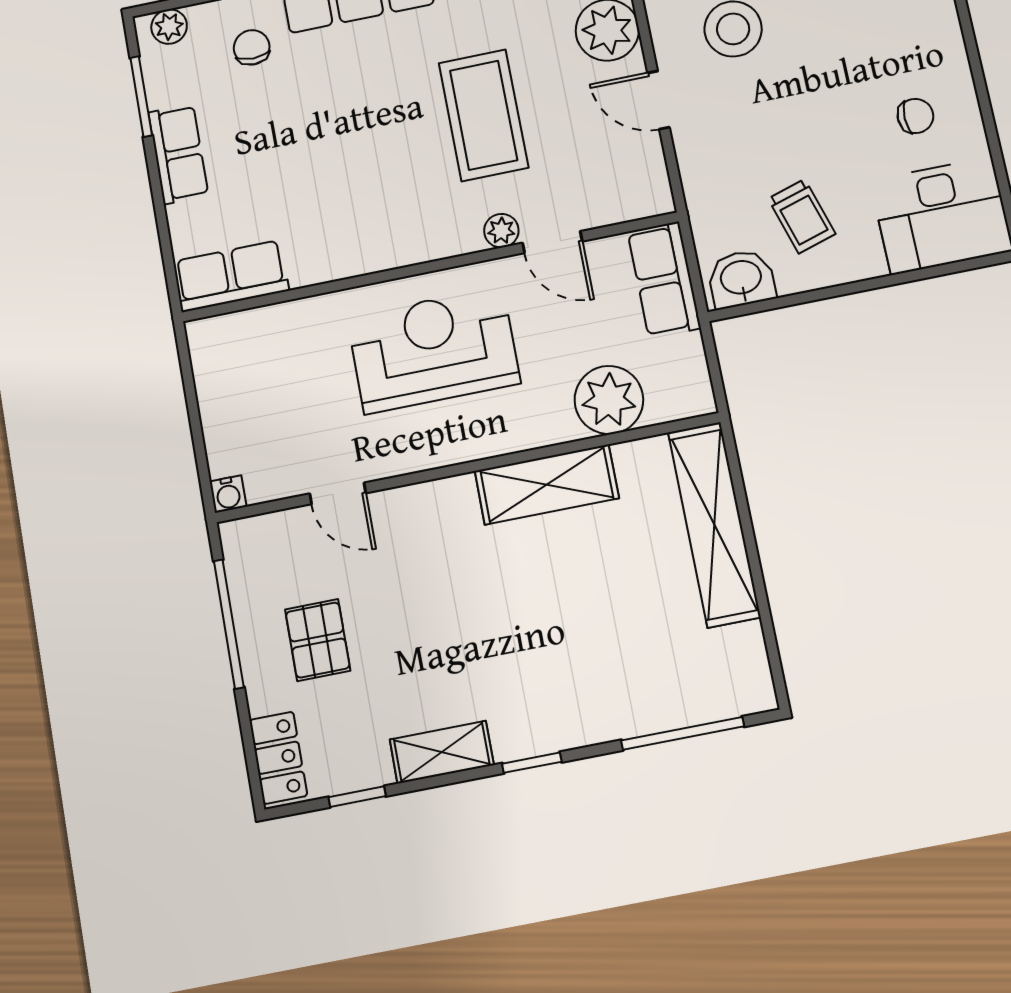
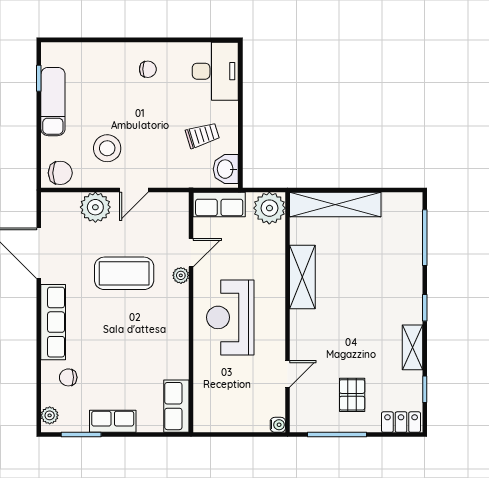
chair: (915, 116) -> (148, 69), moved, turned 90
plant: (609, 400) -> (269, 208), moved
pallet: (318, 640) -> (352, 395), turned 90

